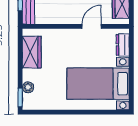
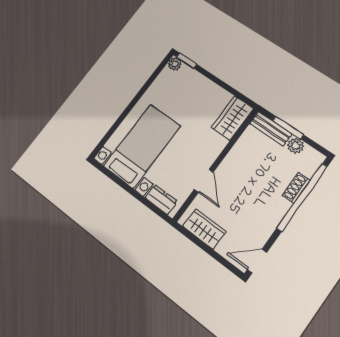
wardrobe: (32, 52) -> (232, 118), moved, turned 90
plant: (28, 87) -> (175, 64), moved

